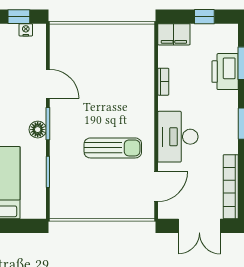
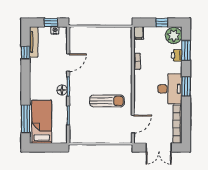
filing cabinet: (174, 34) -> (139, 33), width x0.50
plant: (224, 38) -> (174, 35), added
printer: (225, 72) -> (177, 55), width x0.53, depth x0.68
door: (48, 84) -> (68, 63), hinge flipped
desk: (178, 137) -> (170, 89), moved, turned 180

